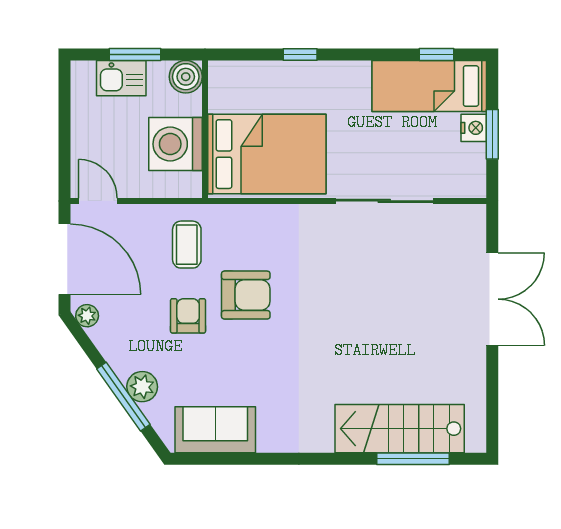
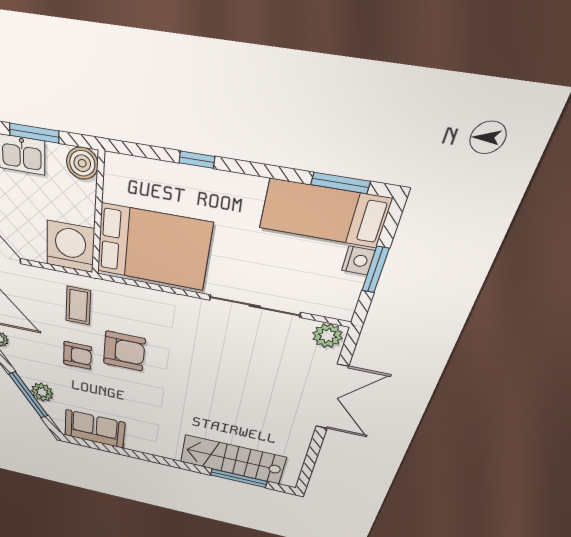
window: (437, 54) -> (340, 183), width x1.50
washing machine: (176, 144) -> (70, 247), moved, turned 90
plant: (467, 220) -> (328, 336), added
armchair: (188, 316) -> (77, 355), turned 90

